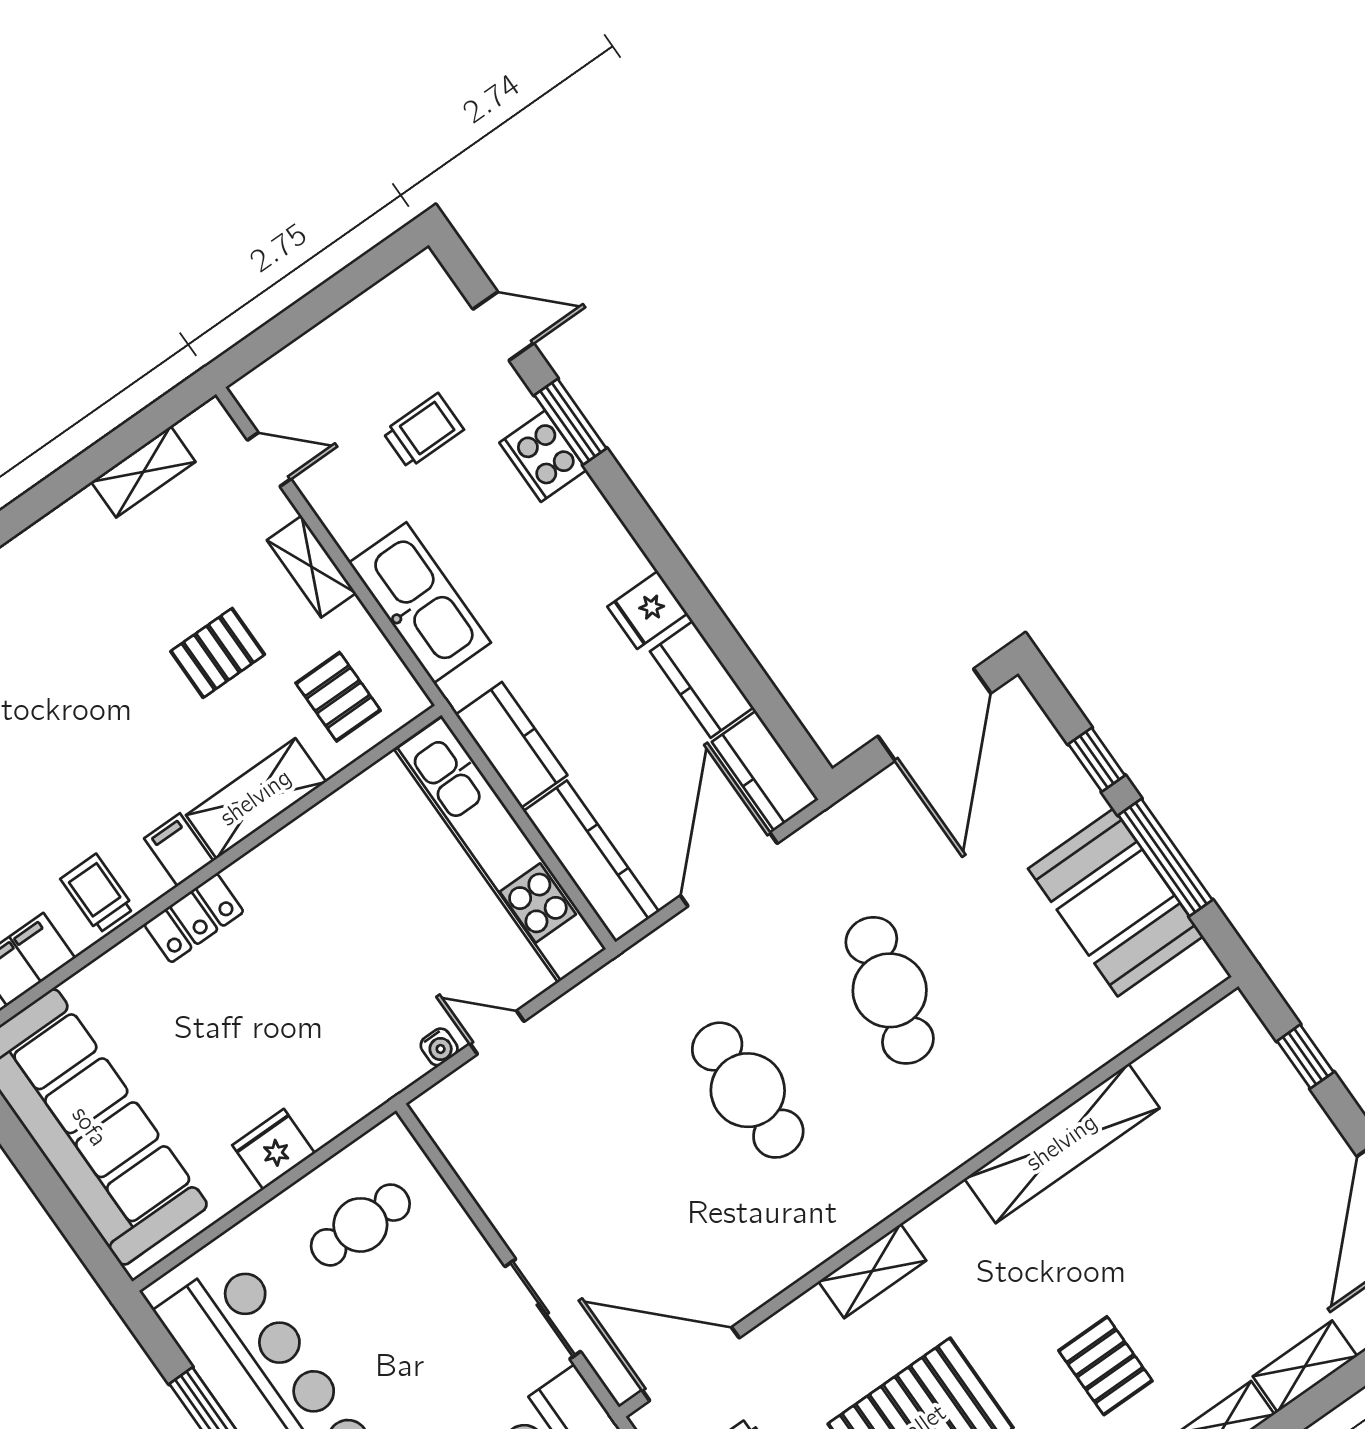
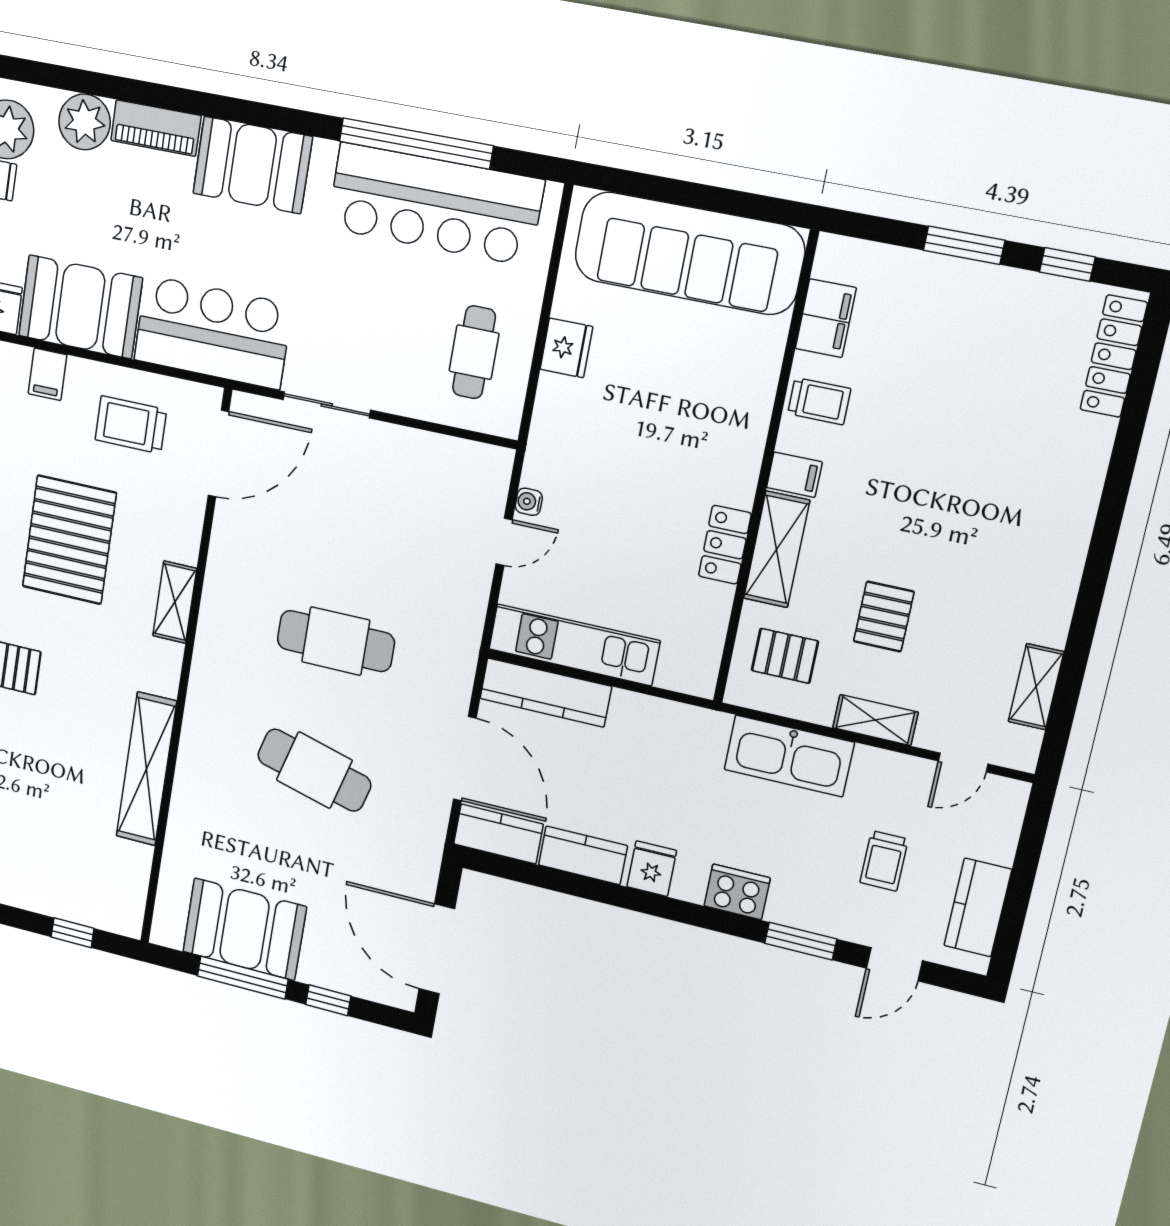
cooker: (543, 456) -> (737, 892), moved
kitchen counter: (511, 745) -> (978, 907), moved, turned 90
kitchen unit: (500, 849) -> (574, 645), width x0.73
locker: (194, 918) -> (725, 545), moved

